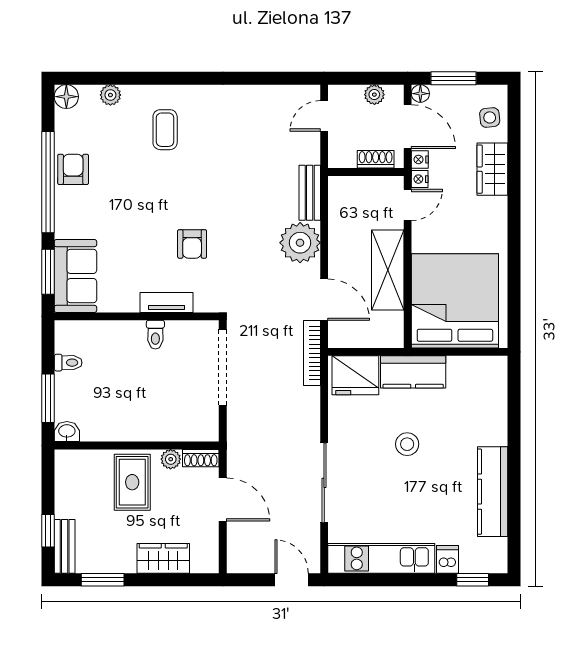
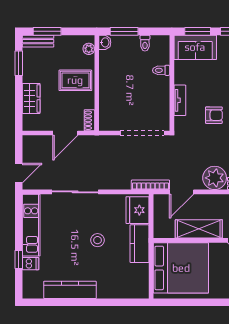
armchair: (192, 244) -> (214, 115), turned 180
toilet: (155, 335) -> (161, 70), moved
plant: (171, 459) -> (89, 49), moved
window: (48, 531) -> (47, 31), width x1.50
window: (473, 580) -> (19, 260), moved

